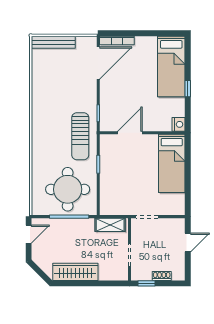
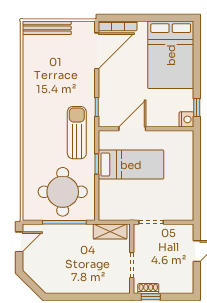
bed: (171, 67) -> (171, 55), width x1.50
window: (188, 89) -> (197, 107), moved
sun lounger: (80, 136) -> (77, 133), turned 180
bed: (172, 163) -> (131, 165), moved, turned -90
wardrobe: (75, 272) -> (71, 284), removed
shoe rack: (162, 276) -> (148, 289), moved

